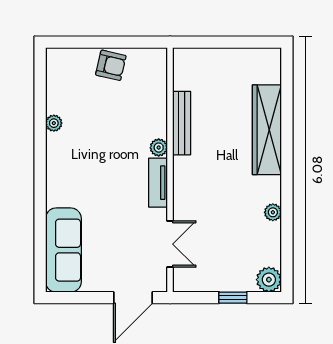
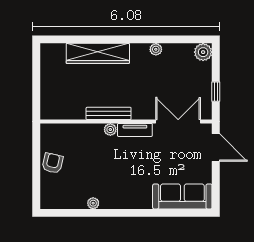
bench: (182, 123) -> (109, 113), moved
double door: (170, 244) -> (178, 122), width x1.37
window: (233, 298) -> (216, 92), moved

